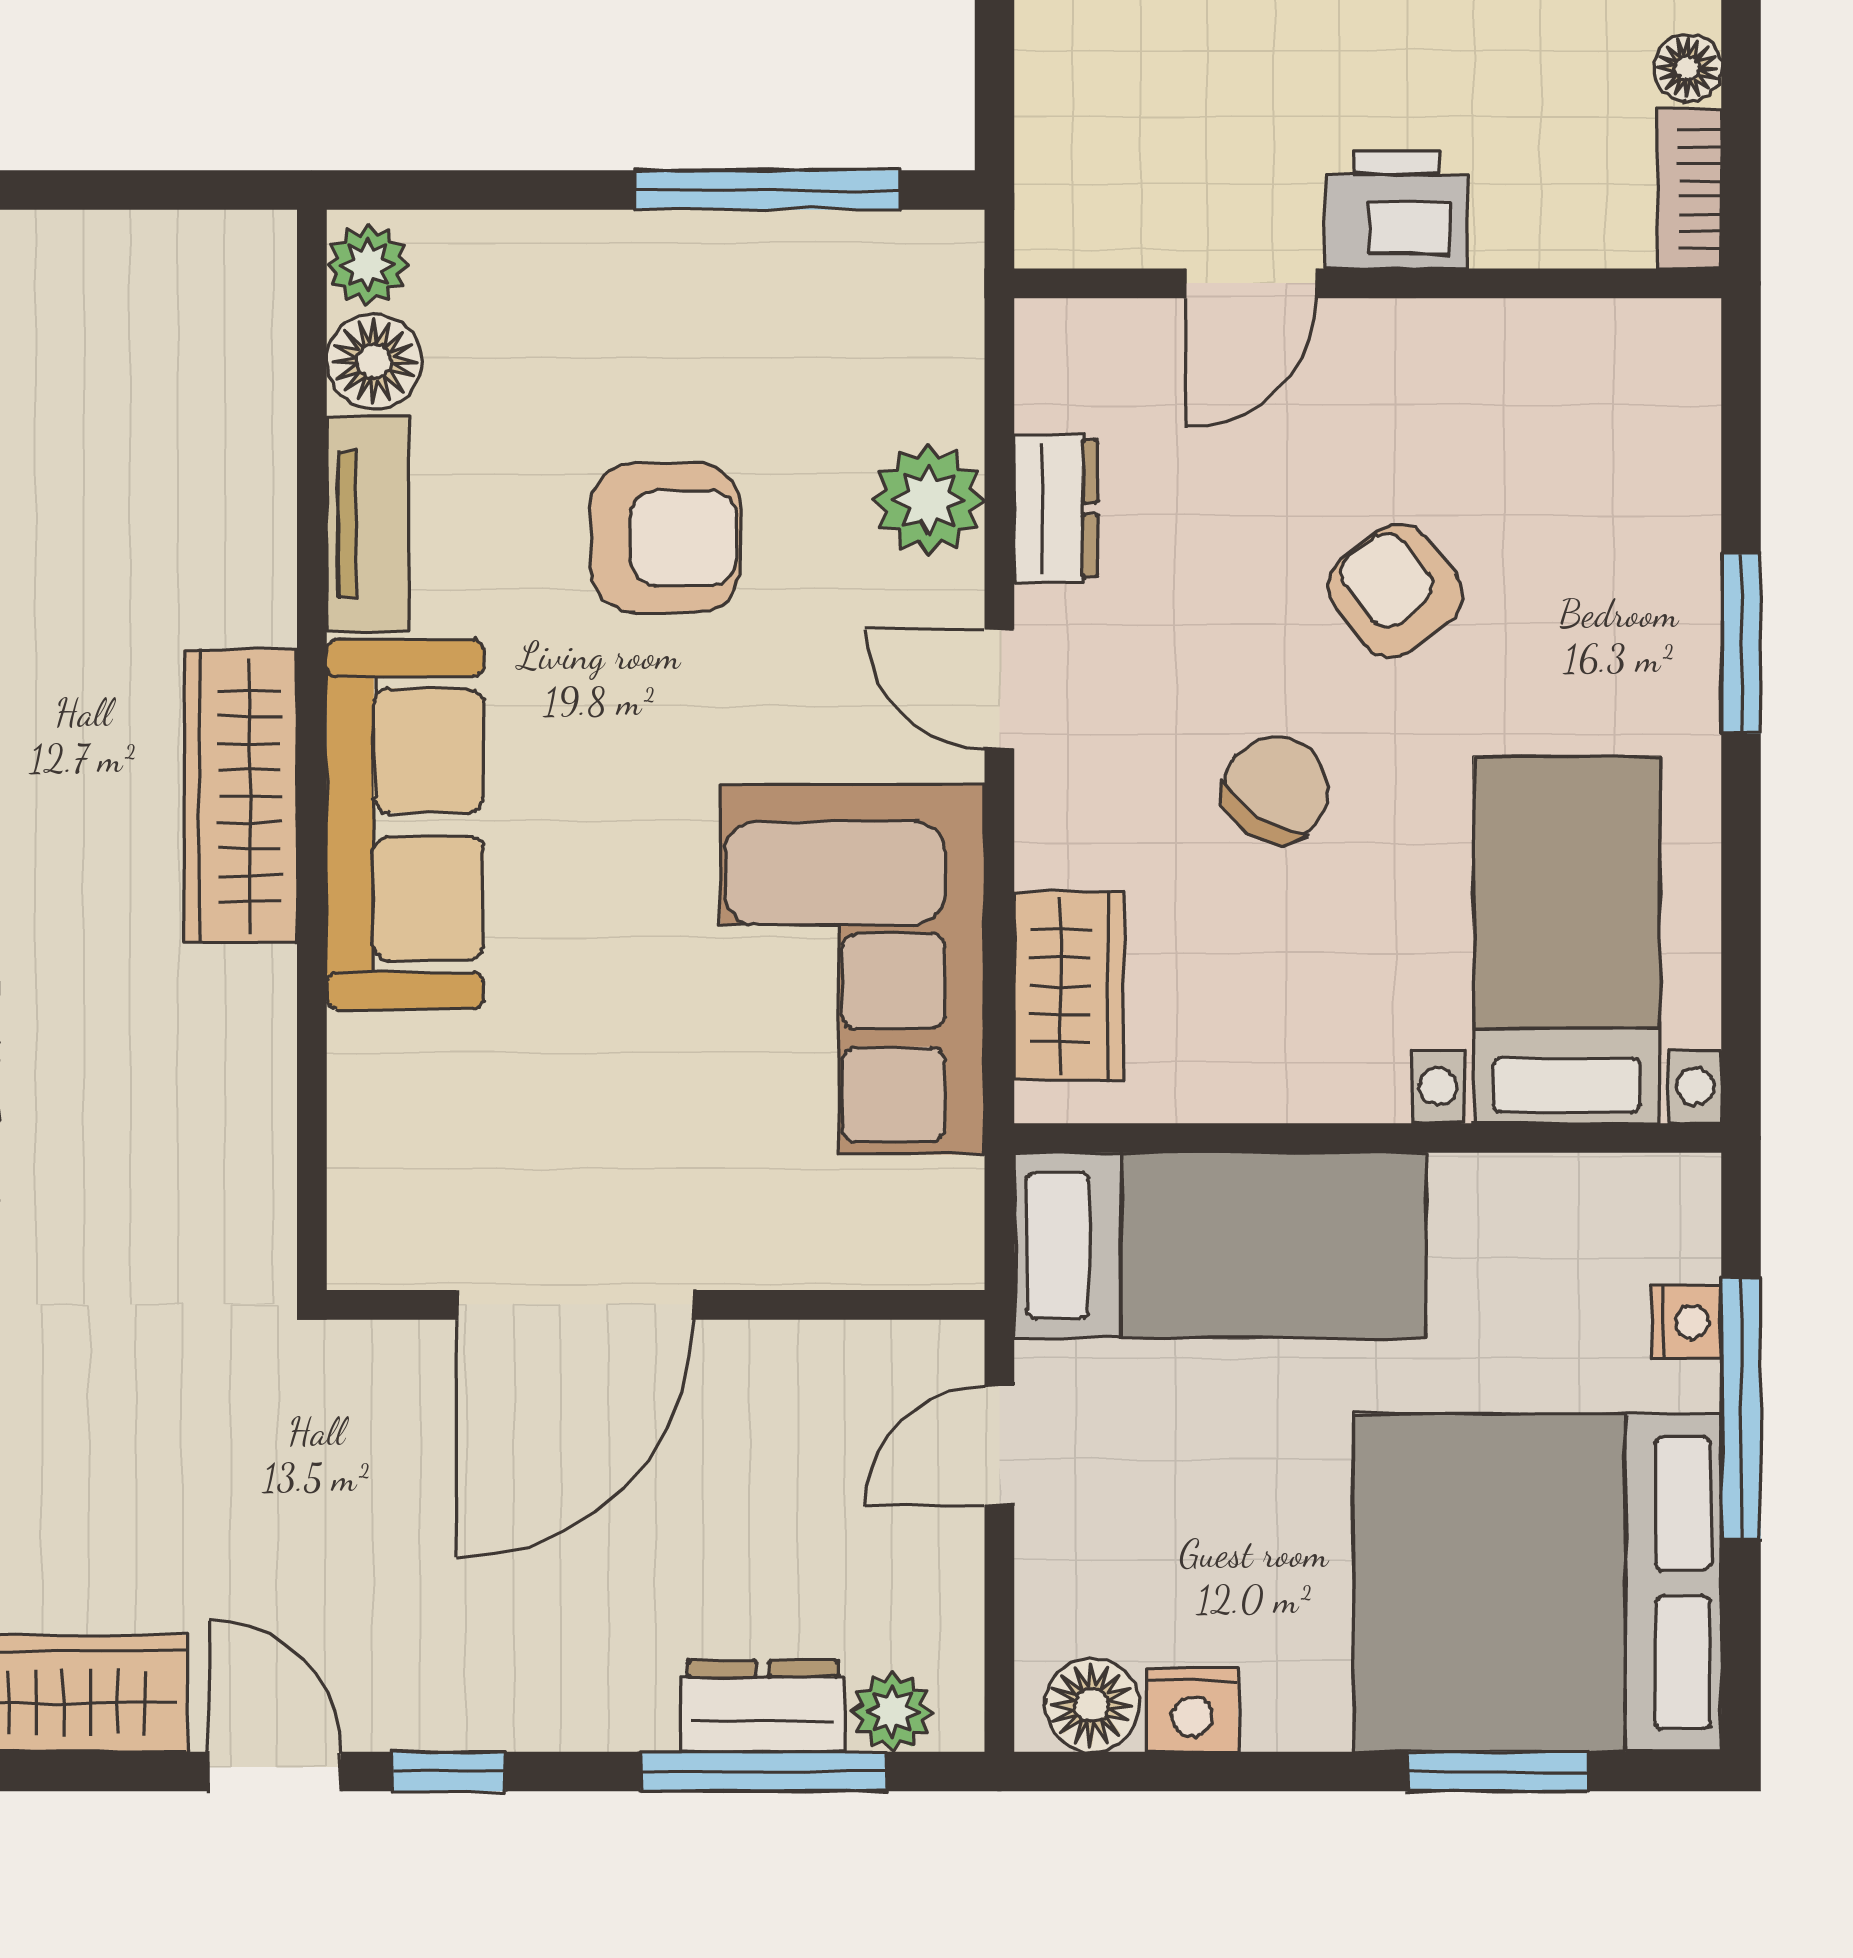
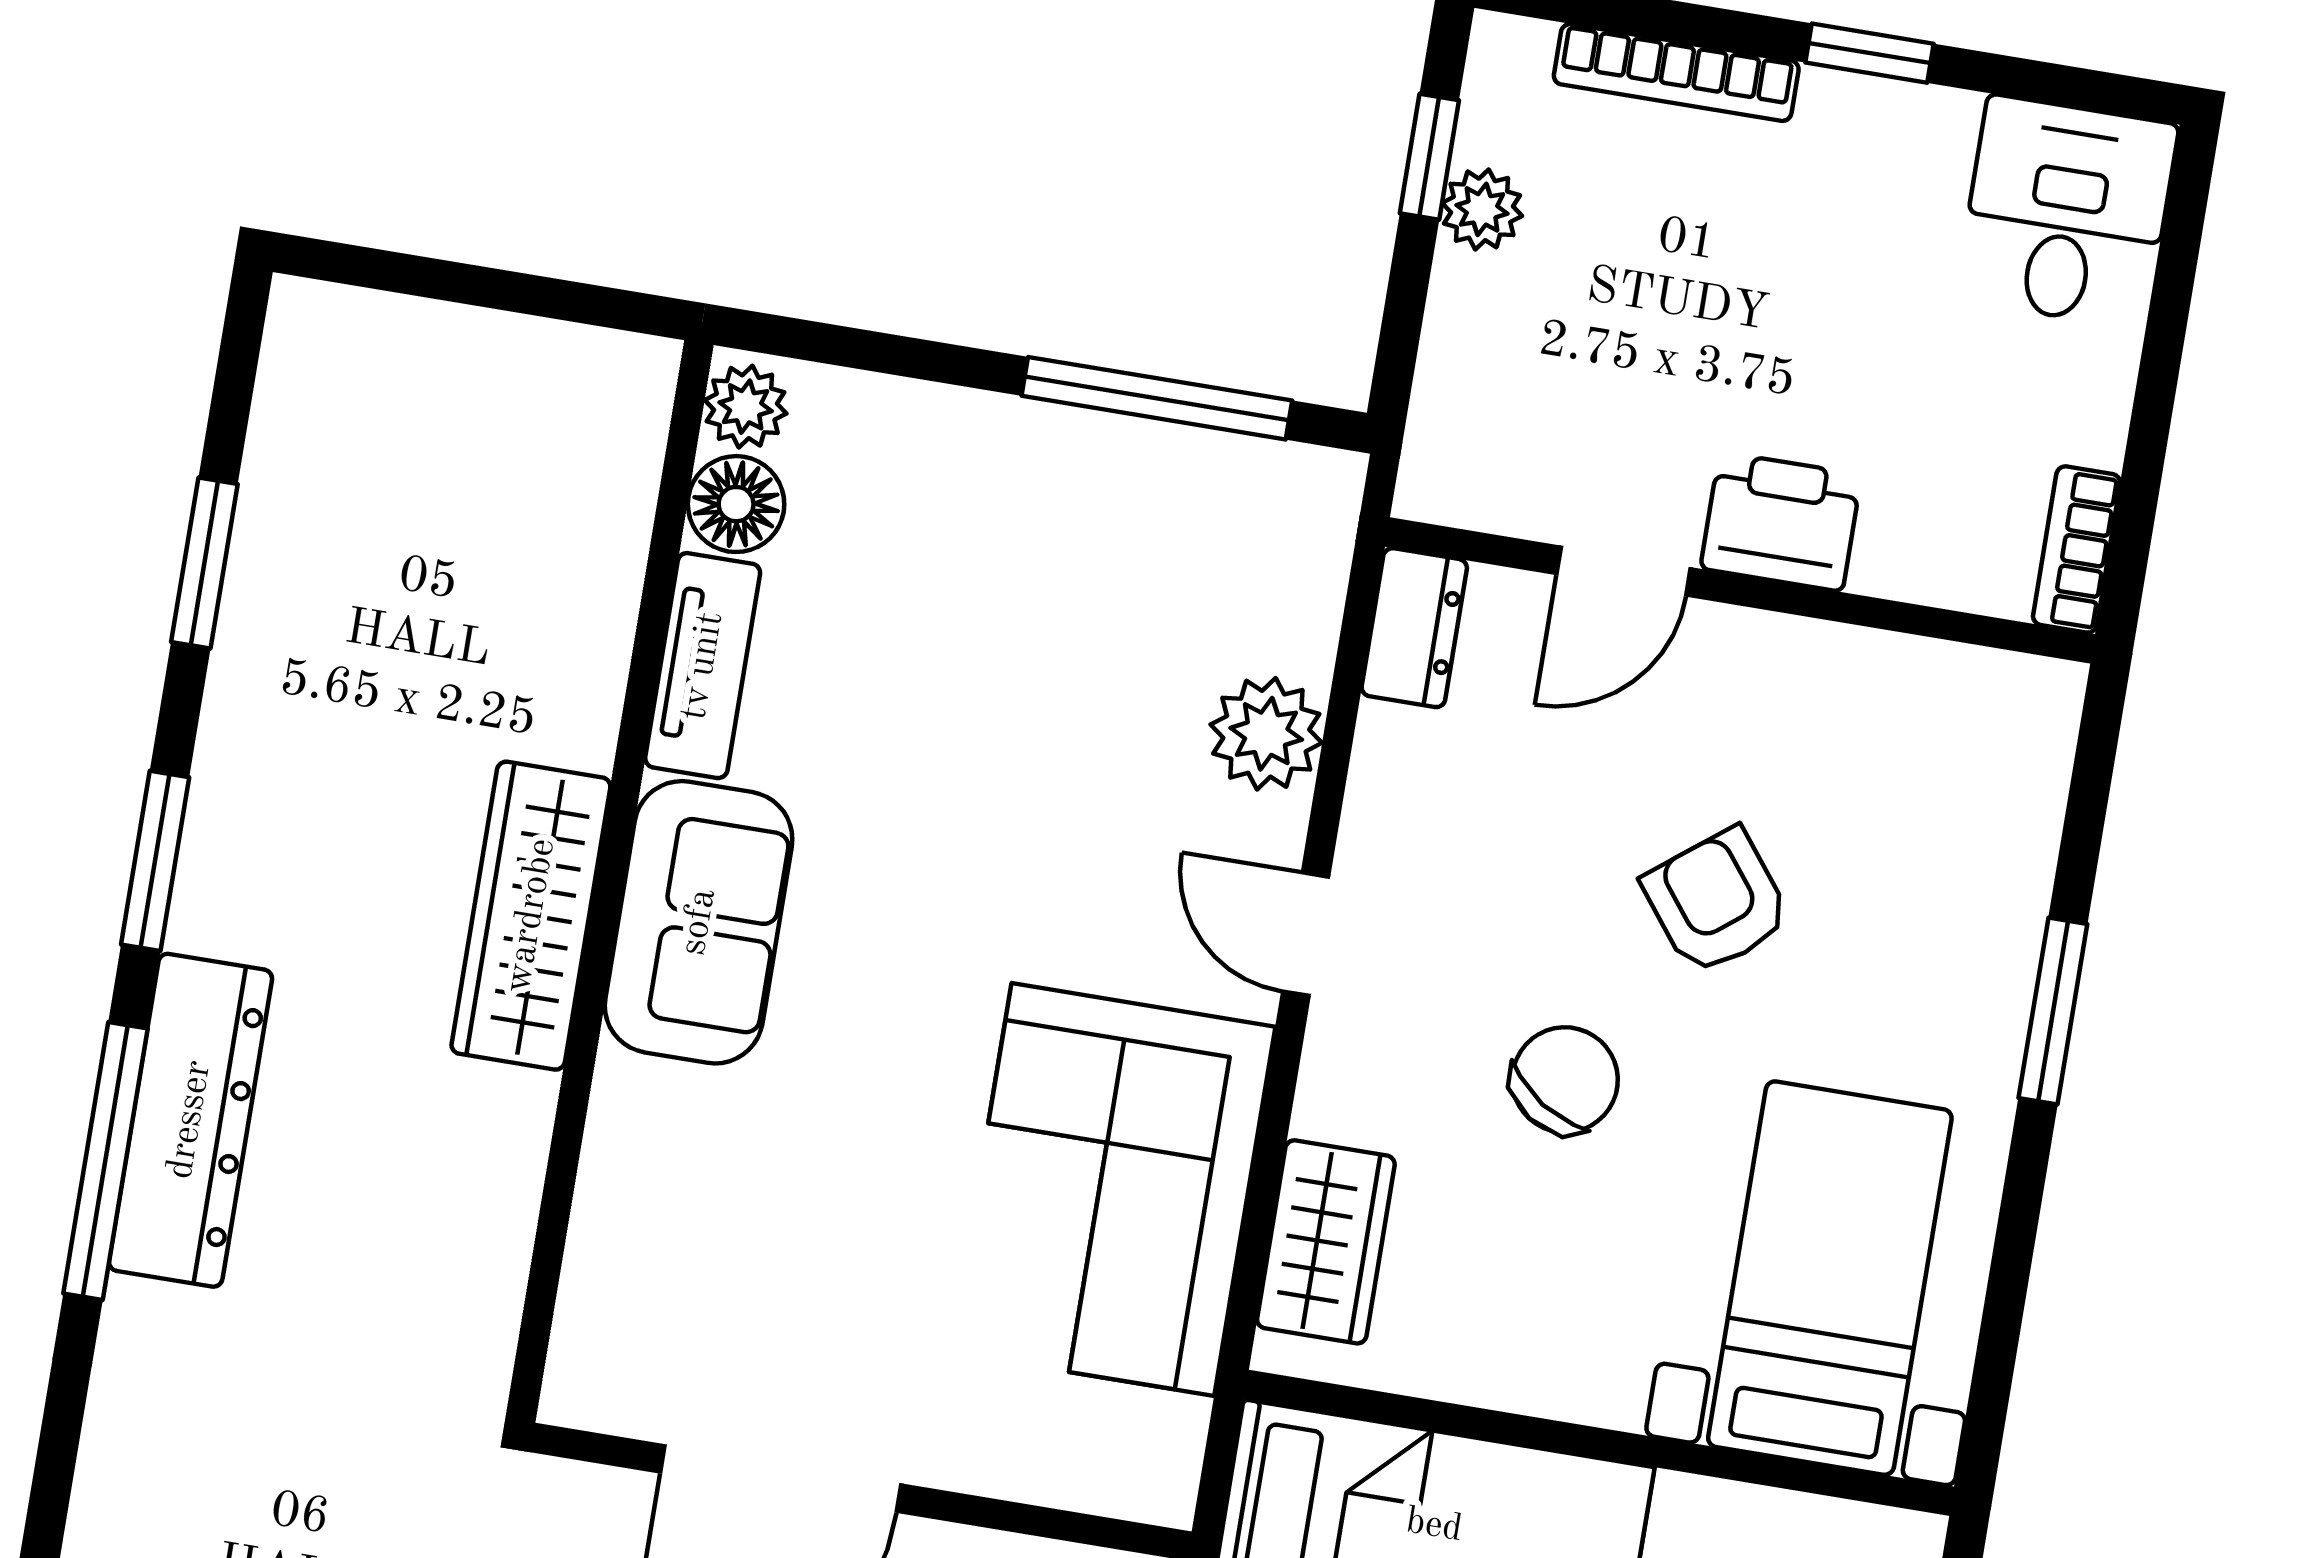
floor lamp: (1688, 68) -> (2095, 428), removed
dresser: (1056, 509) -> (1414, 628), moved
armchair: (666, 538) -> (998, 728), removed
sofa: (405, 824) -> (699, 922), width x0.73

